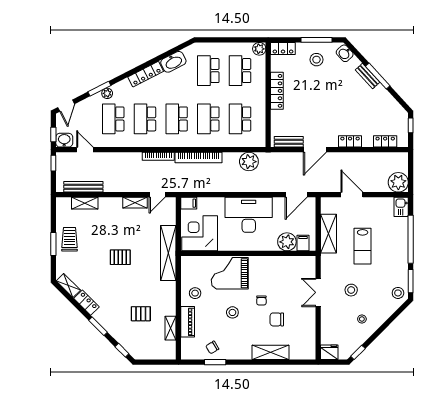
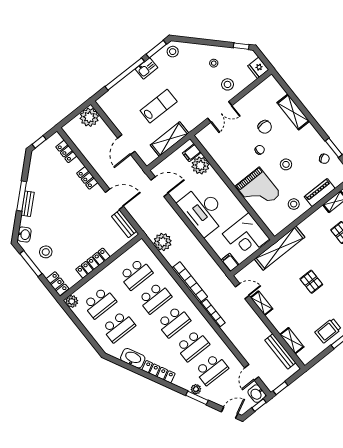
kitchen sink: (401, 207) -> (146, 68), moved
stool: (351, 290) -> (228, 84), moved

